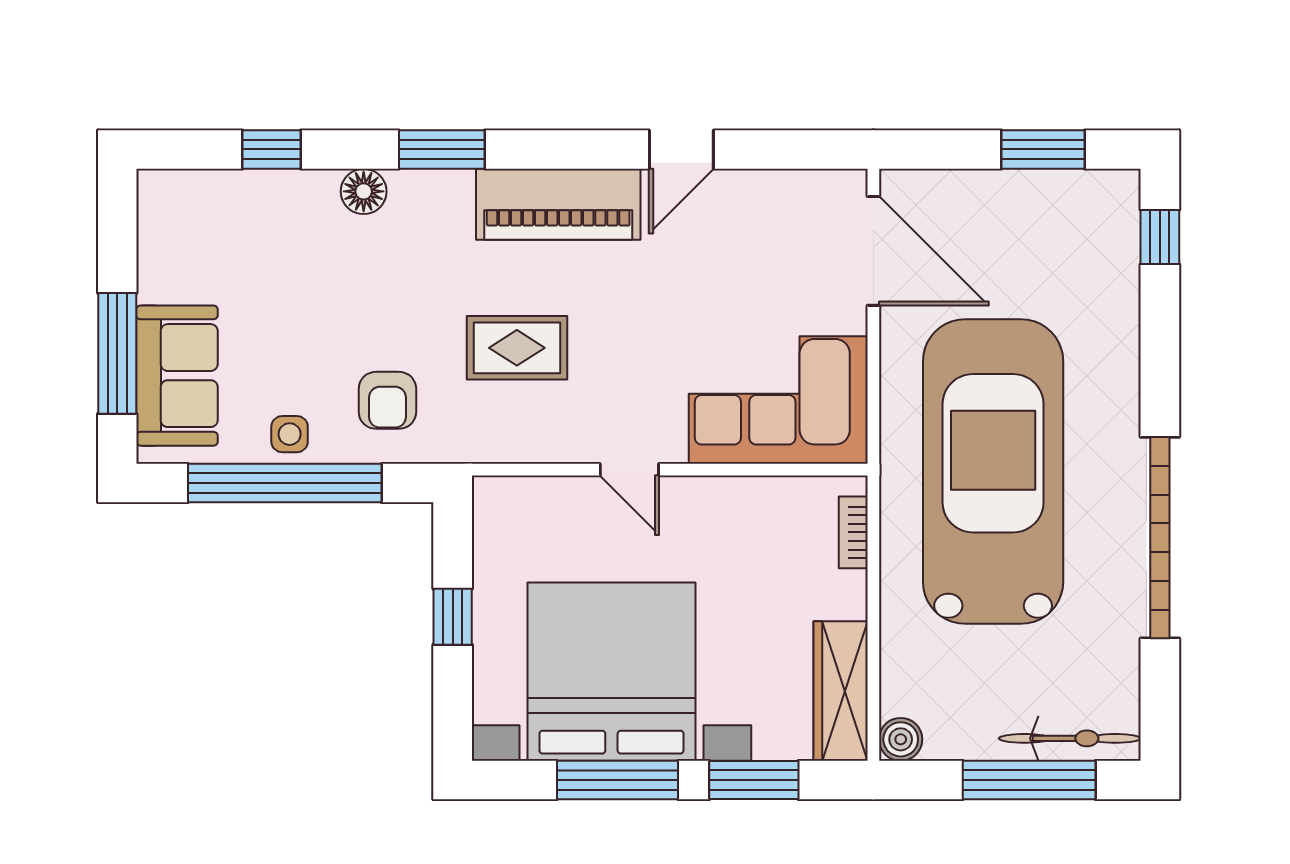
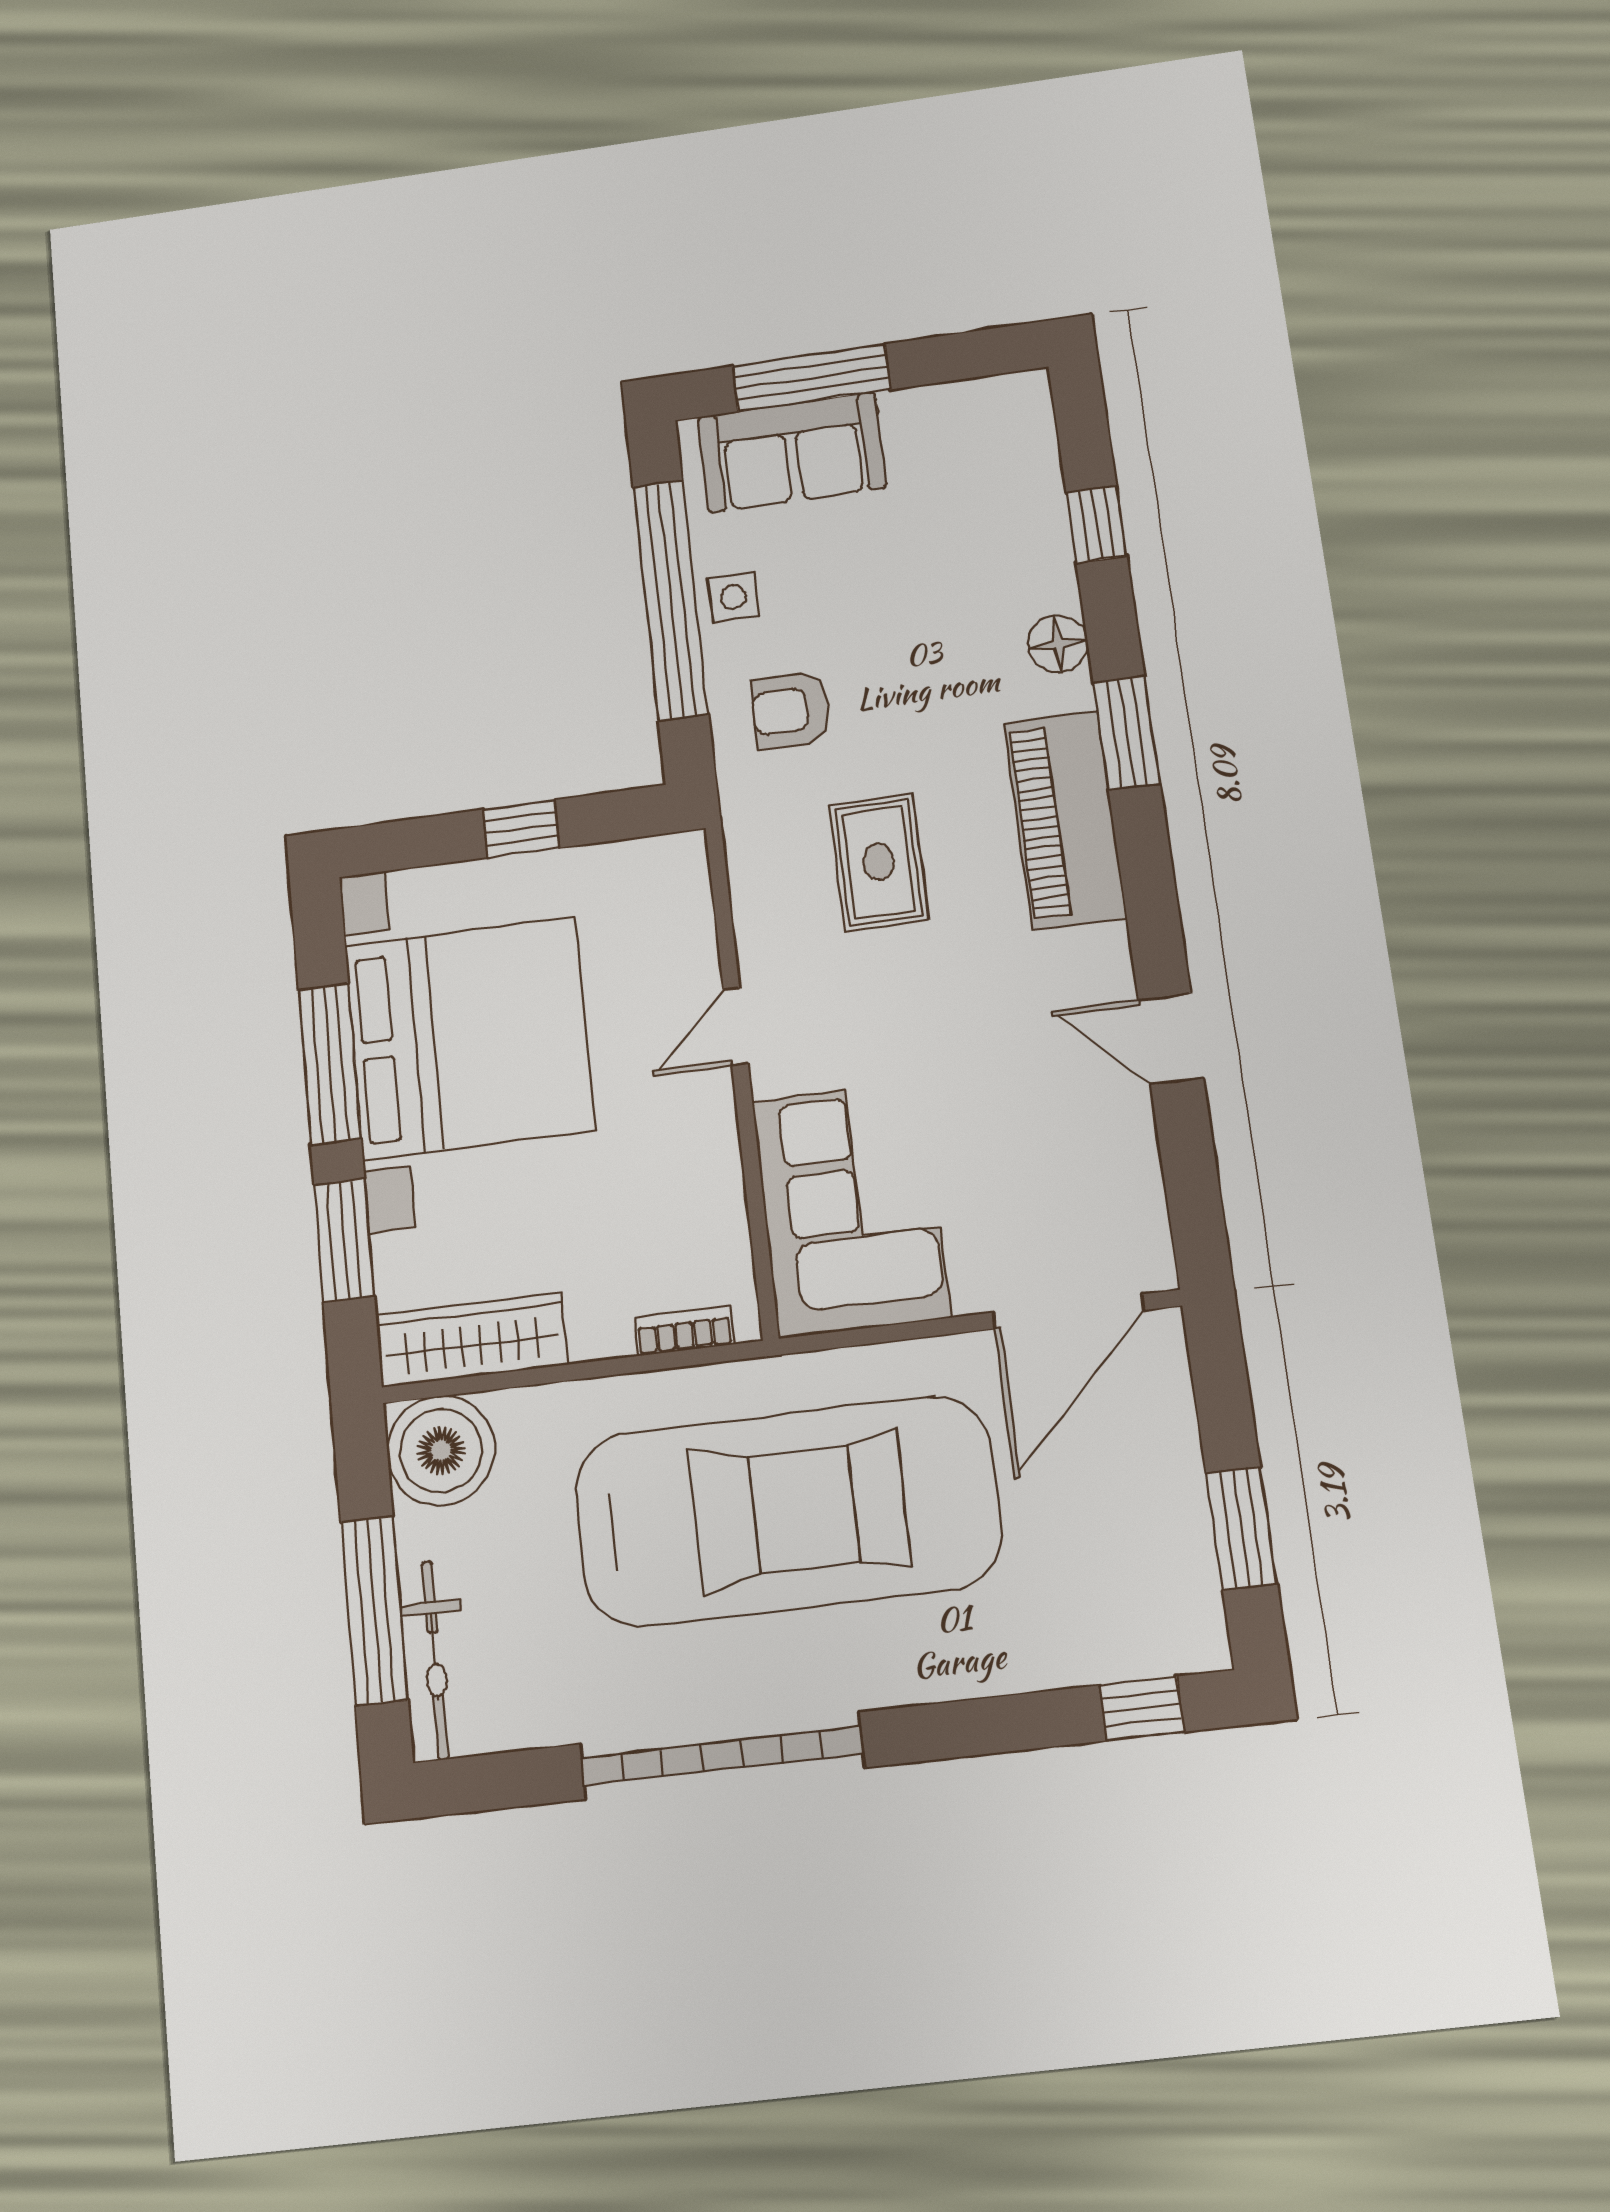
piano: (558, 204) -> (1065, 820), moved
boiler: (901, 739) -> (441, 1451), width x1.86, depth x1.86

